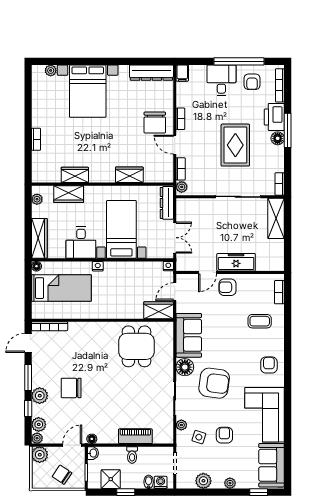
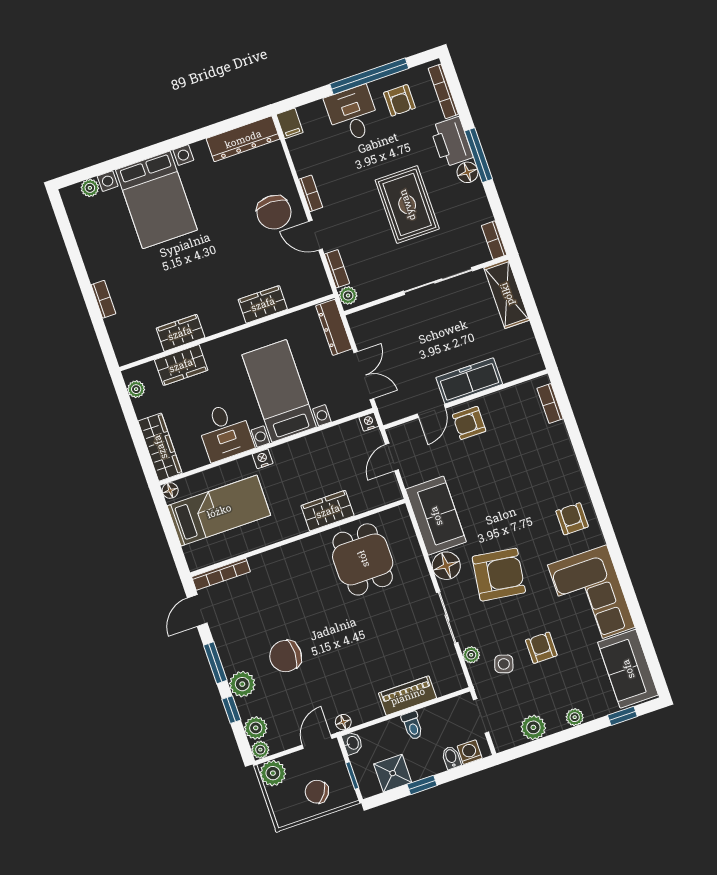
wardrobe: (159, 310) -> (328, 511), moved
coffee table: (260, 321) -> (535, 457), removed

